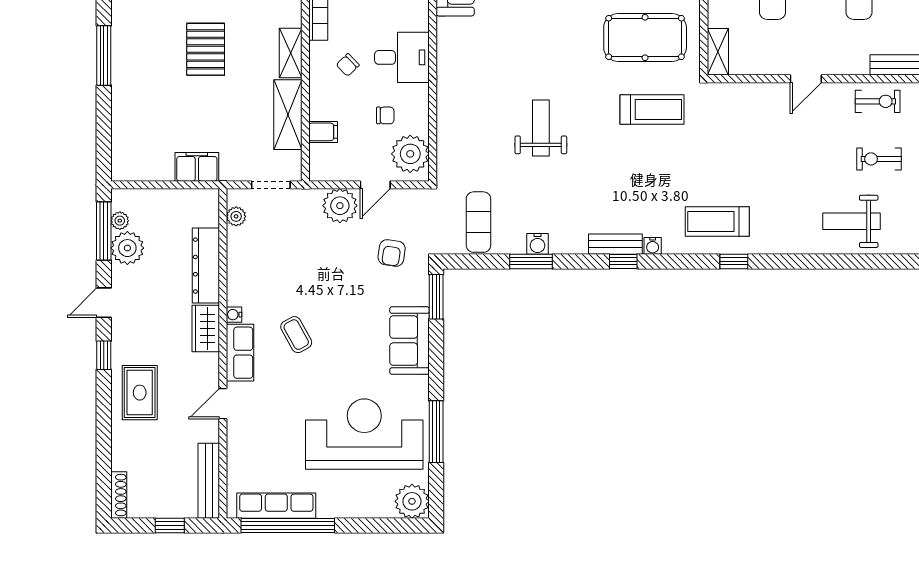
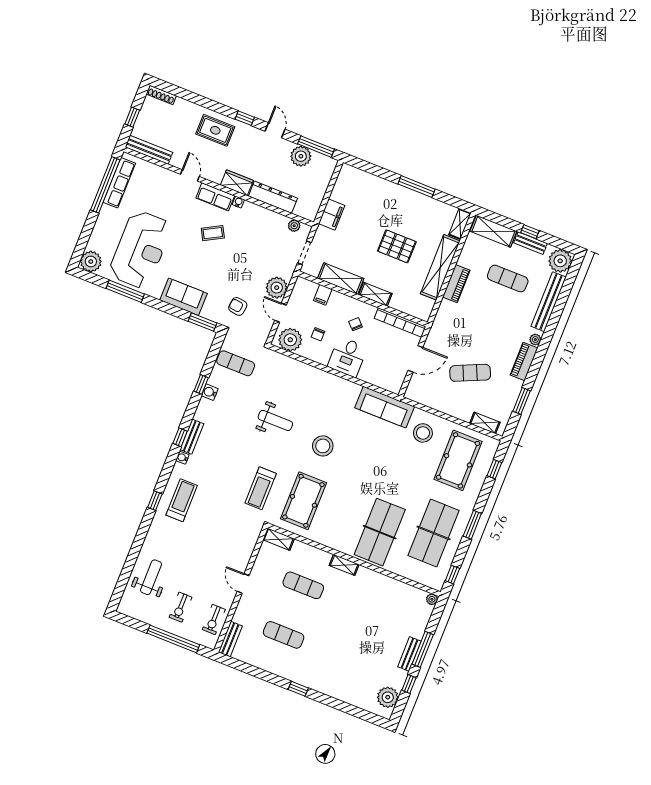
stool: (551, 41) -> (323, 446), added
exercise bike: (879, 159) -> (181, 607), turned 180
plant: (120, 221) -> (318, 158), removed
window: (531, 261) -> (201, 384), width x0.67

